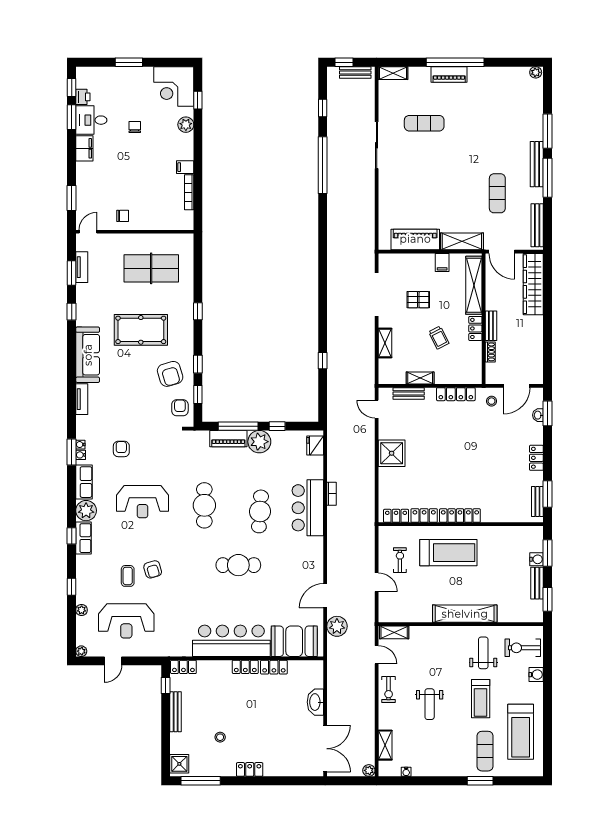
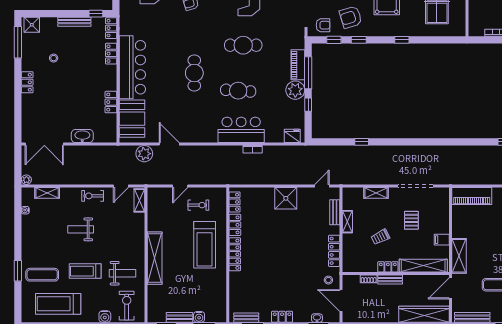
piano: (415, 239) -> (472, 196), moved, turned 90
locker: (245, 667) -> (111, 54), moved

